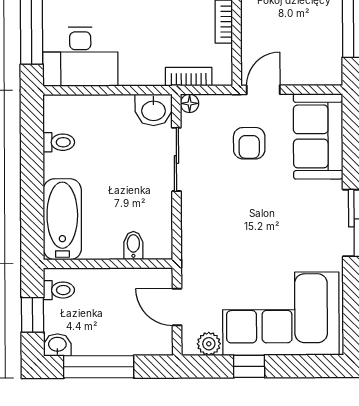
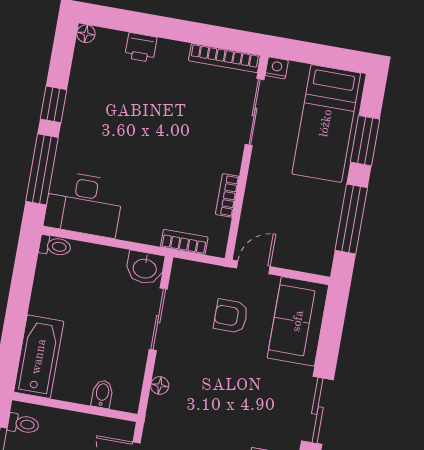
floor lamp: (190, 103) -> (160, 385), moved
toilet: (59, 142) -> (55, 246), moved
armchair: (249, 143) -> (231, 316), turned 90

